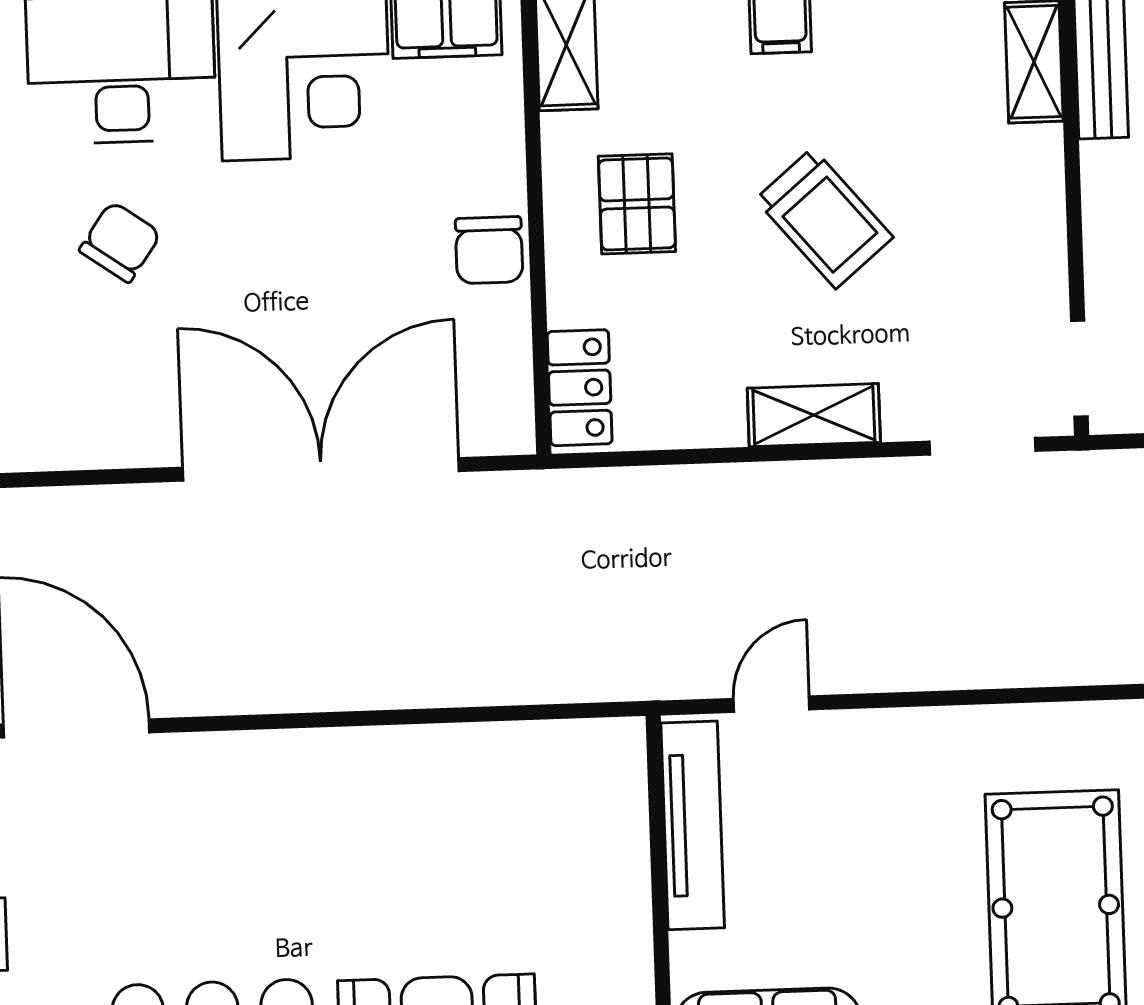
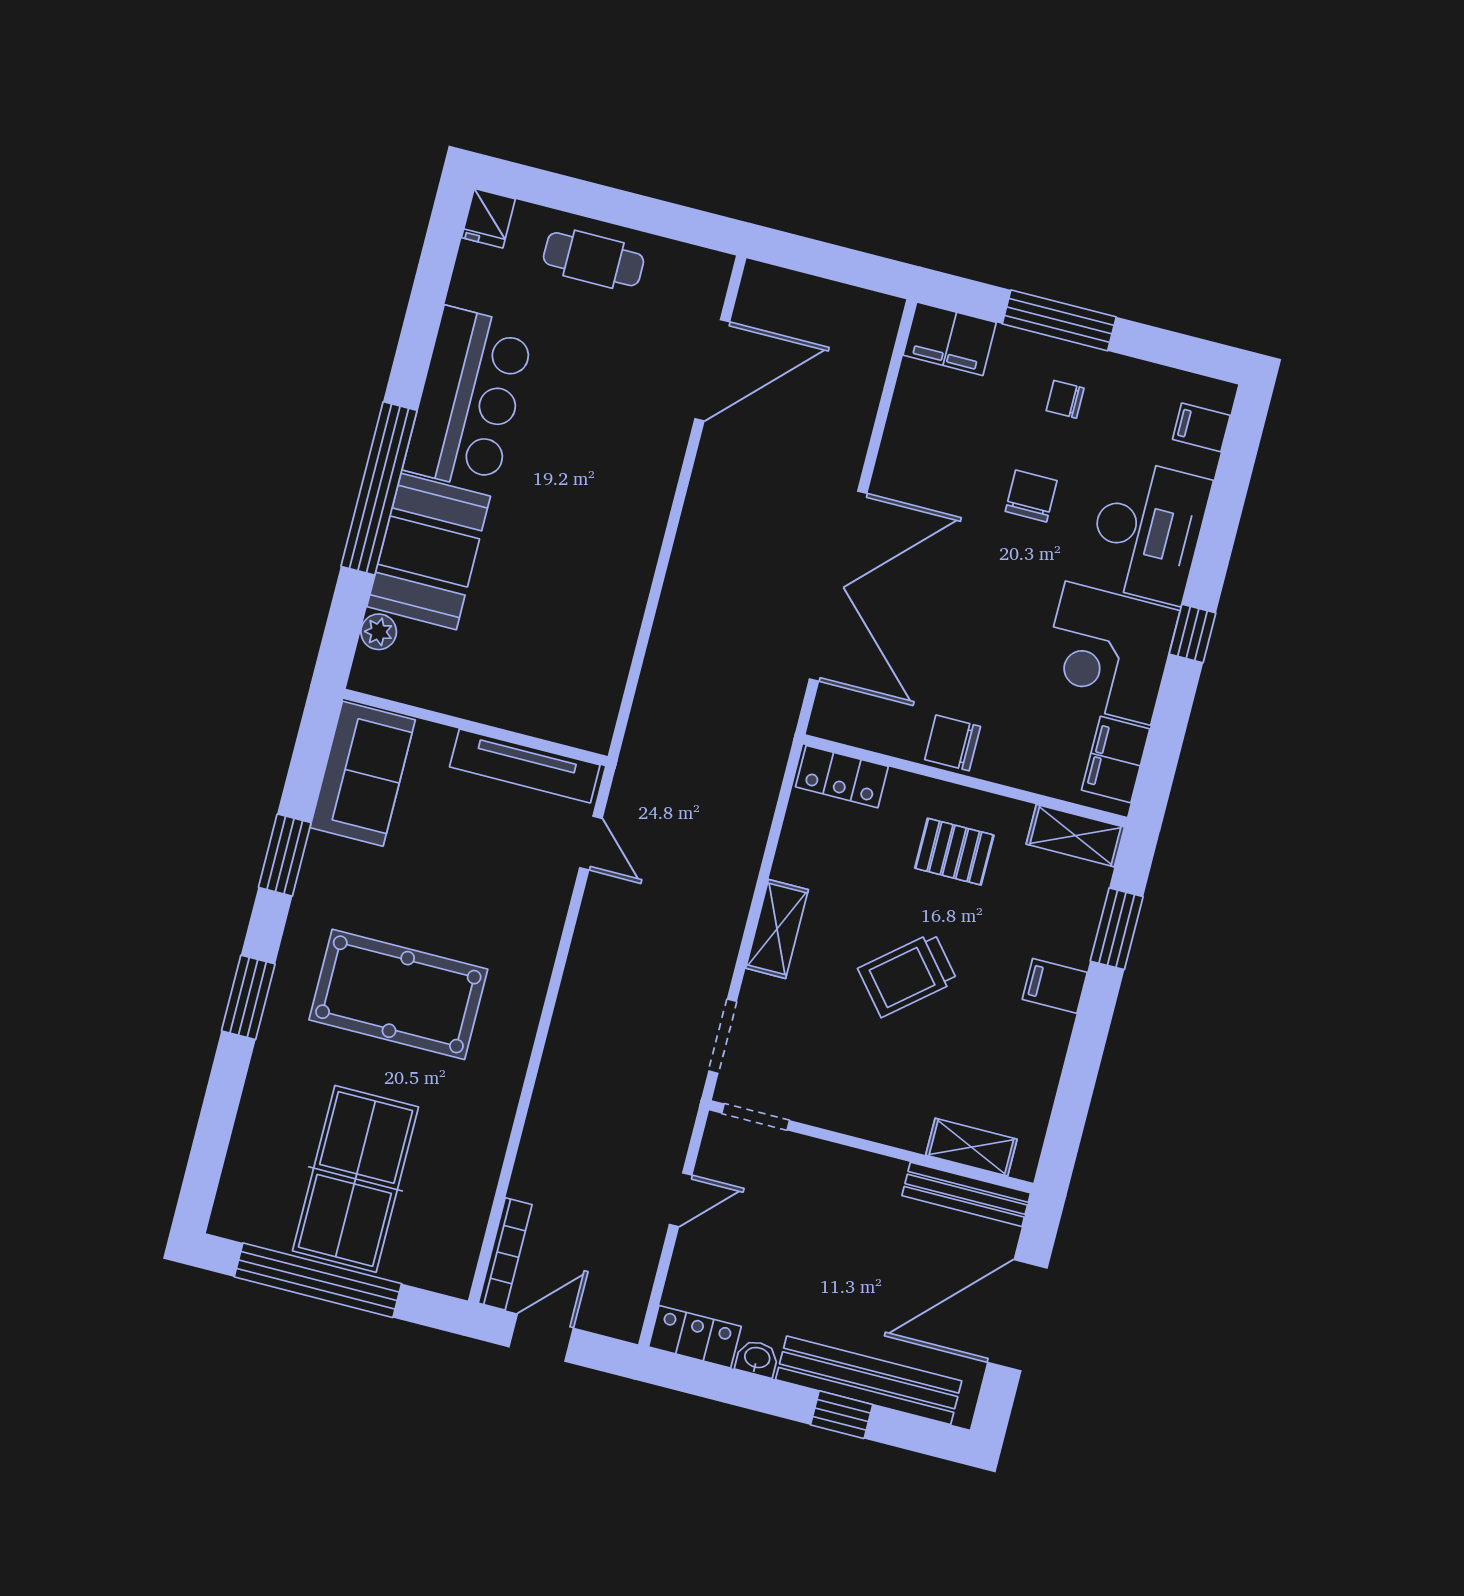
chair: (120, 242) -> (1031, 496), turned -125

